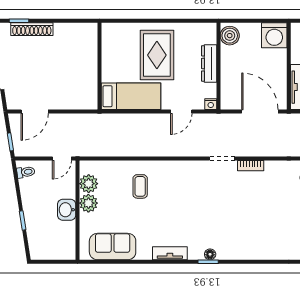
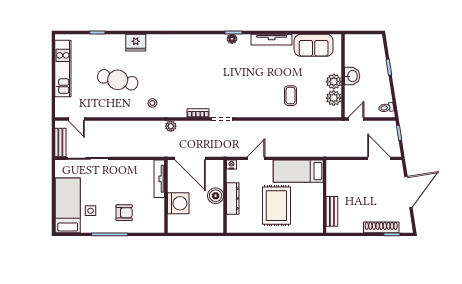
washing machine: (274, 35) -> (178, 203), moved, turned 90
boiler: (230, 36) -> (216, 196), moved
bench: (91, 48) -> (332, 211), added
door: (35, 111) -> (379, 158), hinge flipped
plant: (283, 150) -> (171, 126), added
tv unit: (170, 253) -> (272, 40), width x1.41

